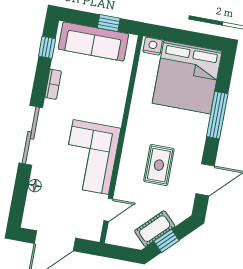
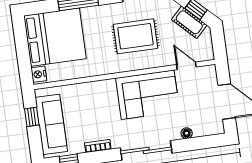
rug: (159, 165) -> (135, 36), width x1.36, depth x1.43

